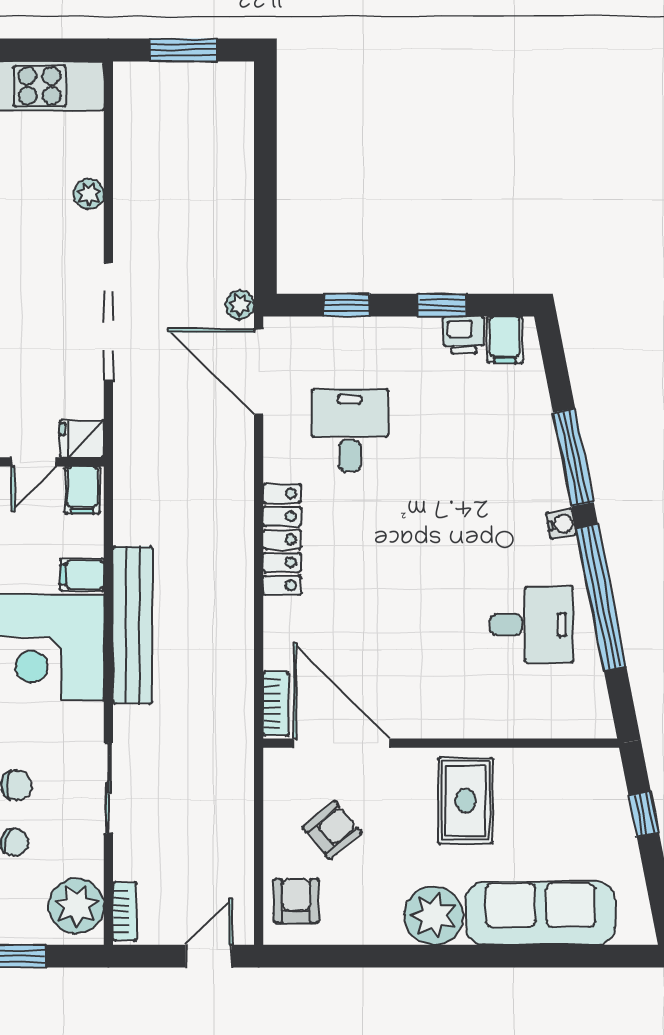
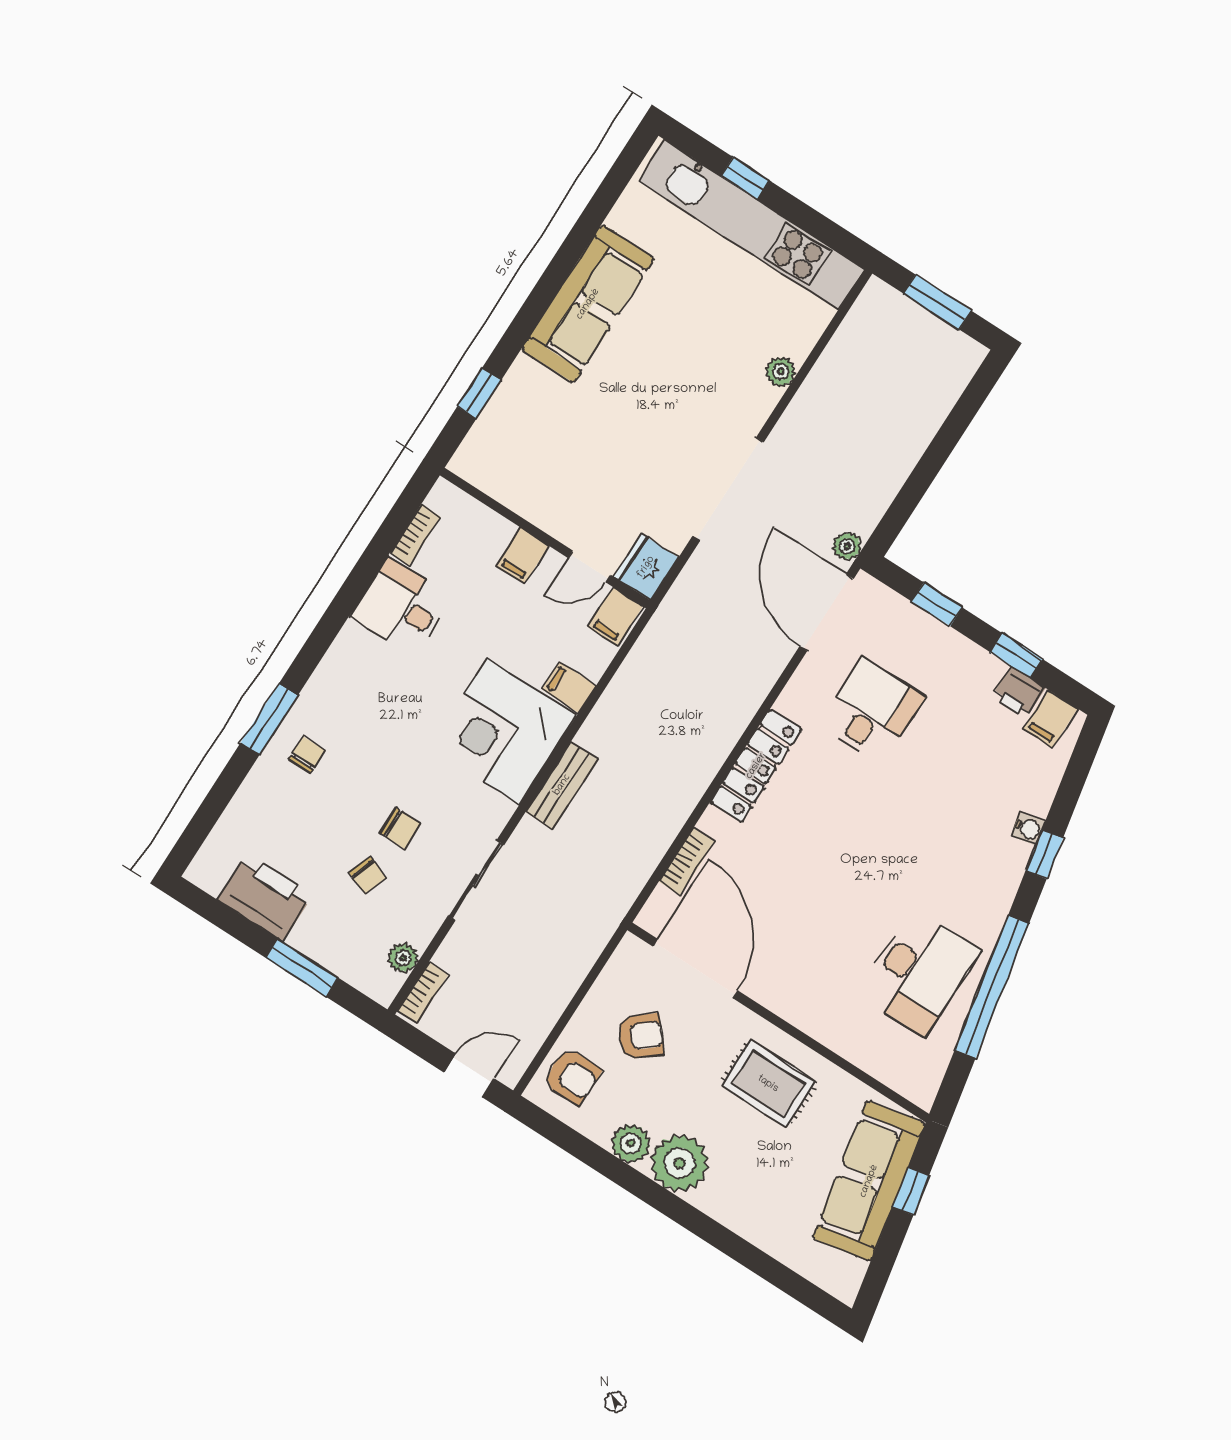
fridge: (82, 439) -> (646, 567), width x1.38
window: (573, 457) -> (1044, 854), width x0.46
water cooler: (561, 524) -> (1028, 828), moved
bench: (133, 625) -> (562, 785), width x0.54, depth x0.82
desk: (532, 625) -> (919, 972), width x1.37
bookcase: (276, 704) -> (687, 862), moved
rug: (466, 801) -> (768, 1084), turned 90
armchair: (296, 901) -> (572, 1076), turned 90
plant: (76, 906) -> (403, 958), width x0.53, depth x0.53
sofa: (541, 913) -> (869, 1181), moved, turned -101
plant: (382, 925) -> (631, 1143), added

